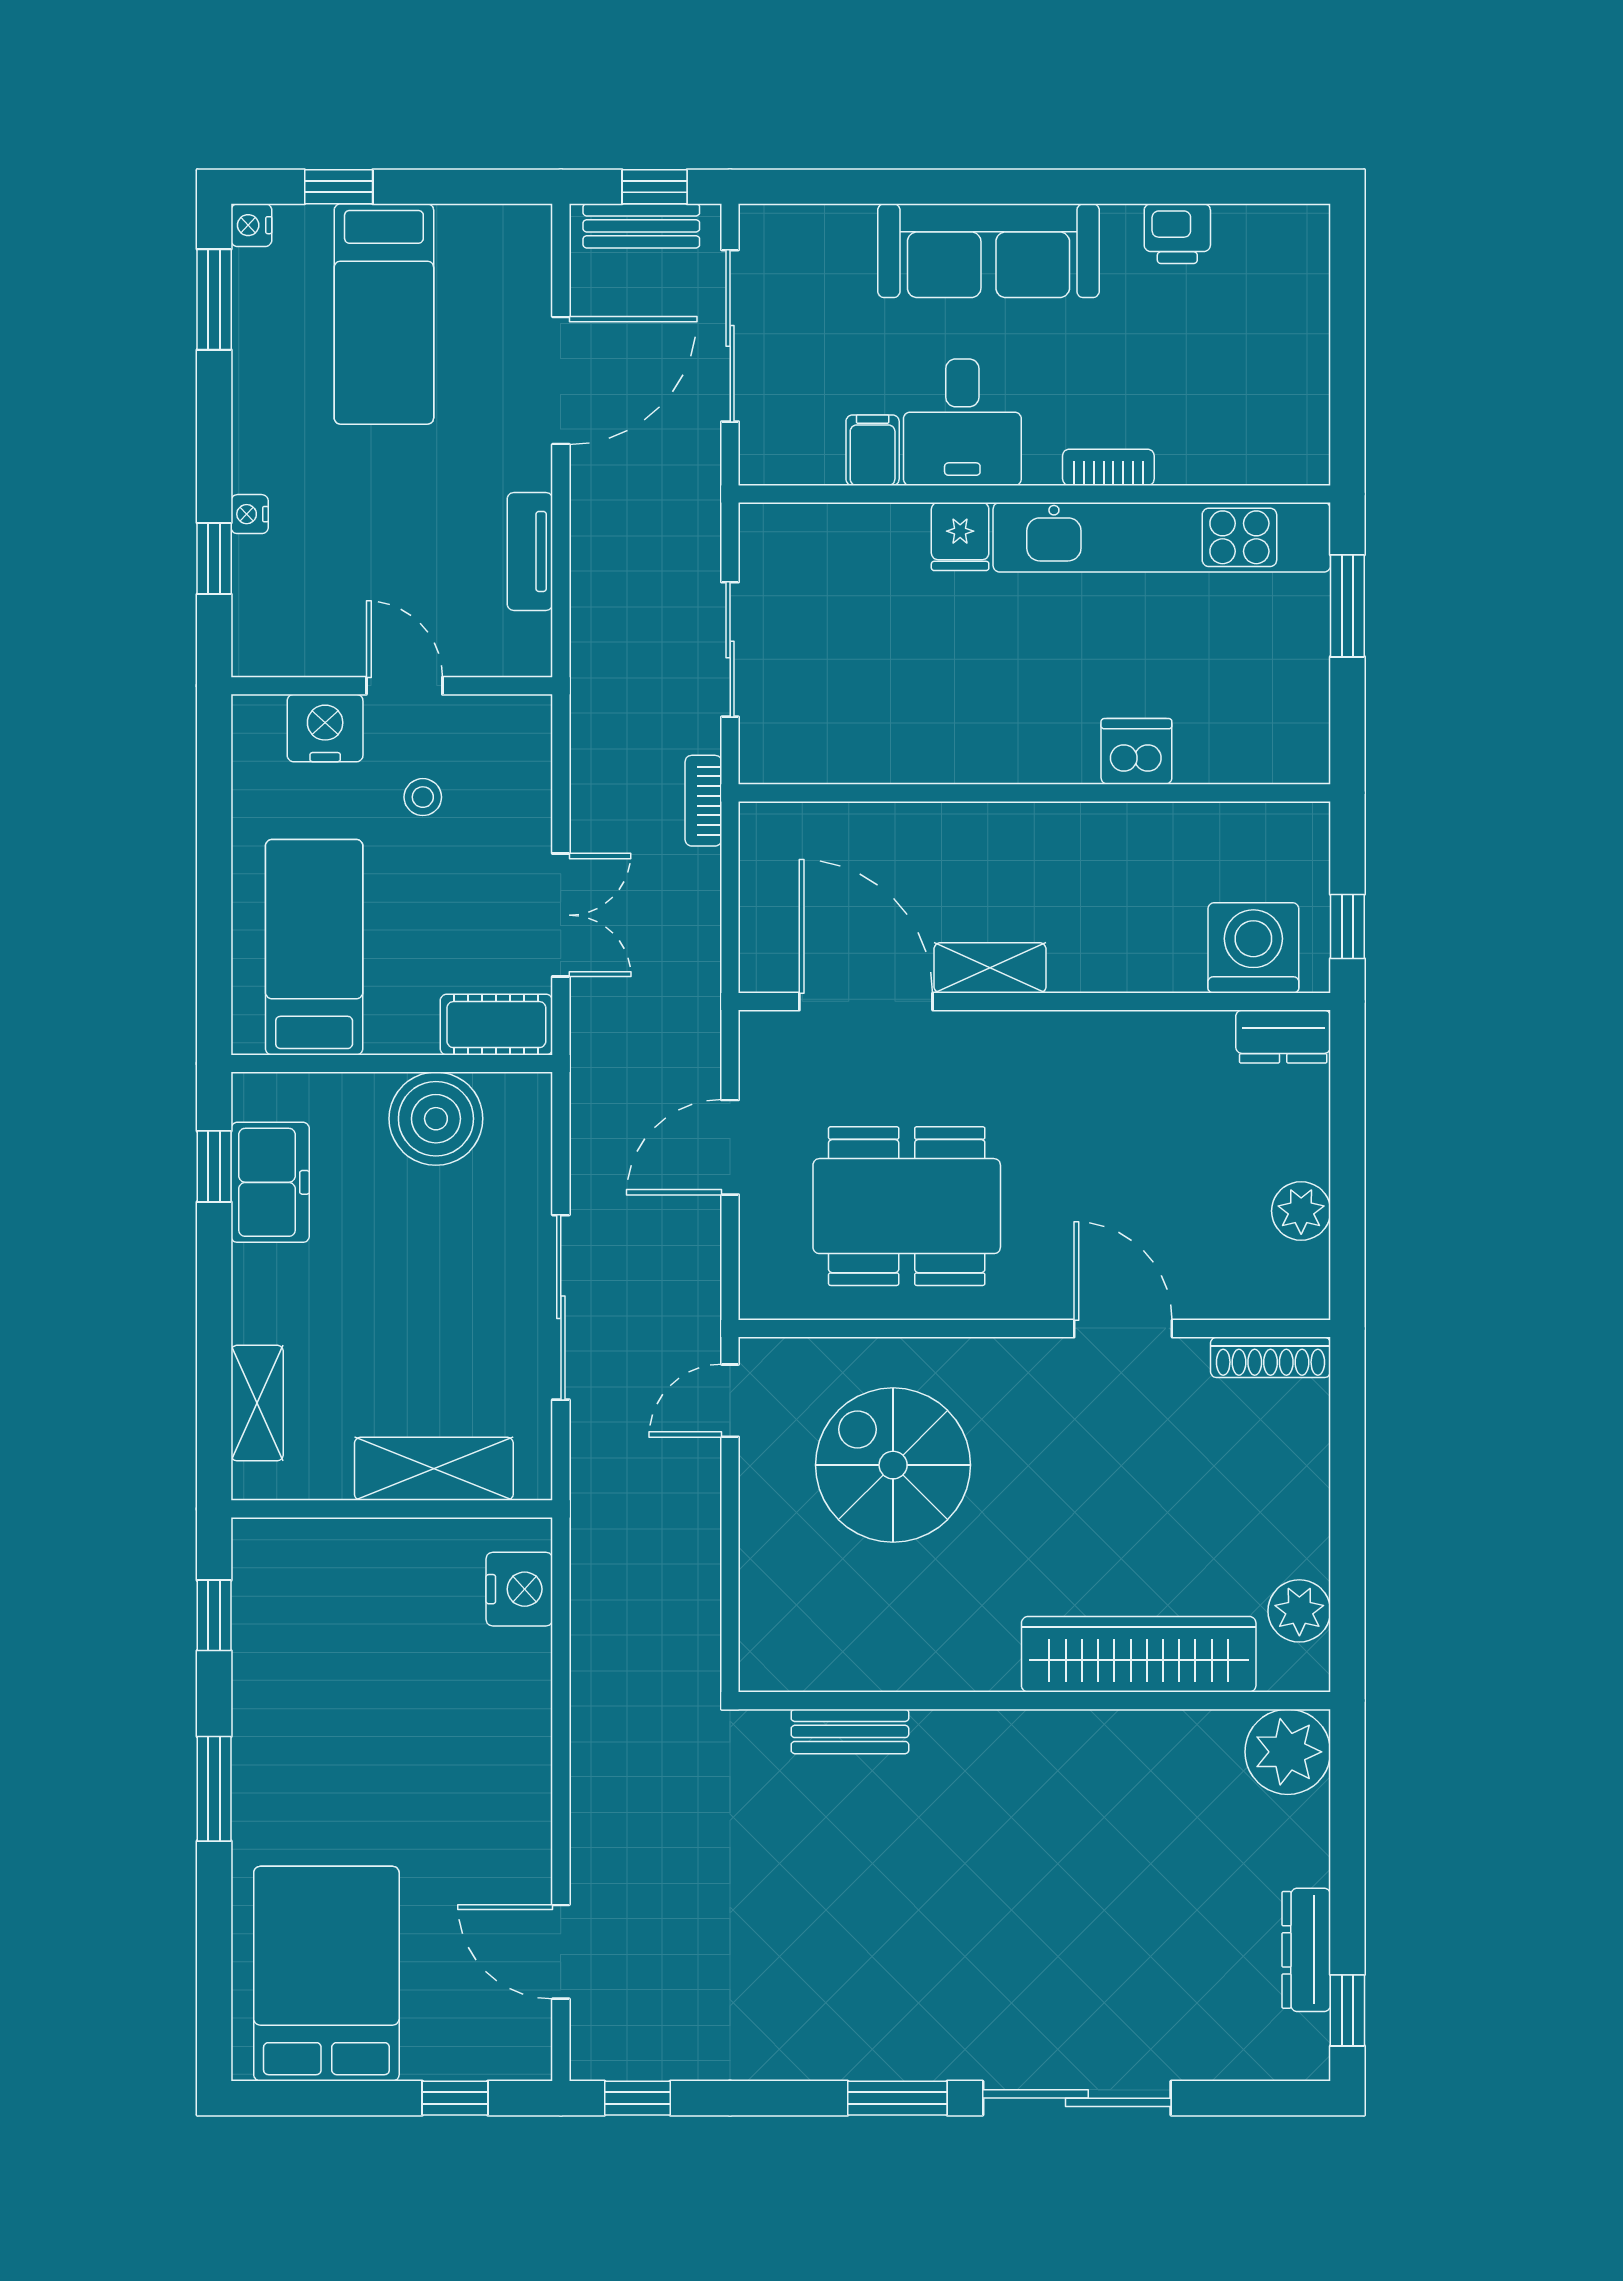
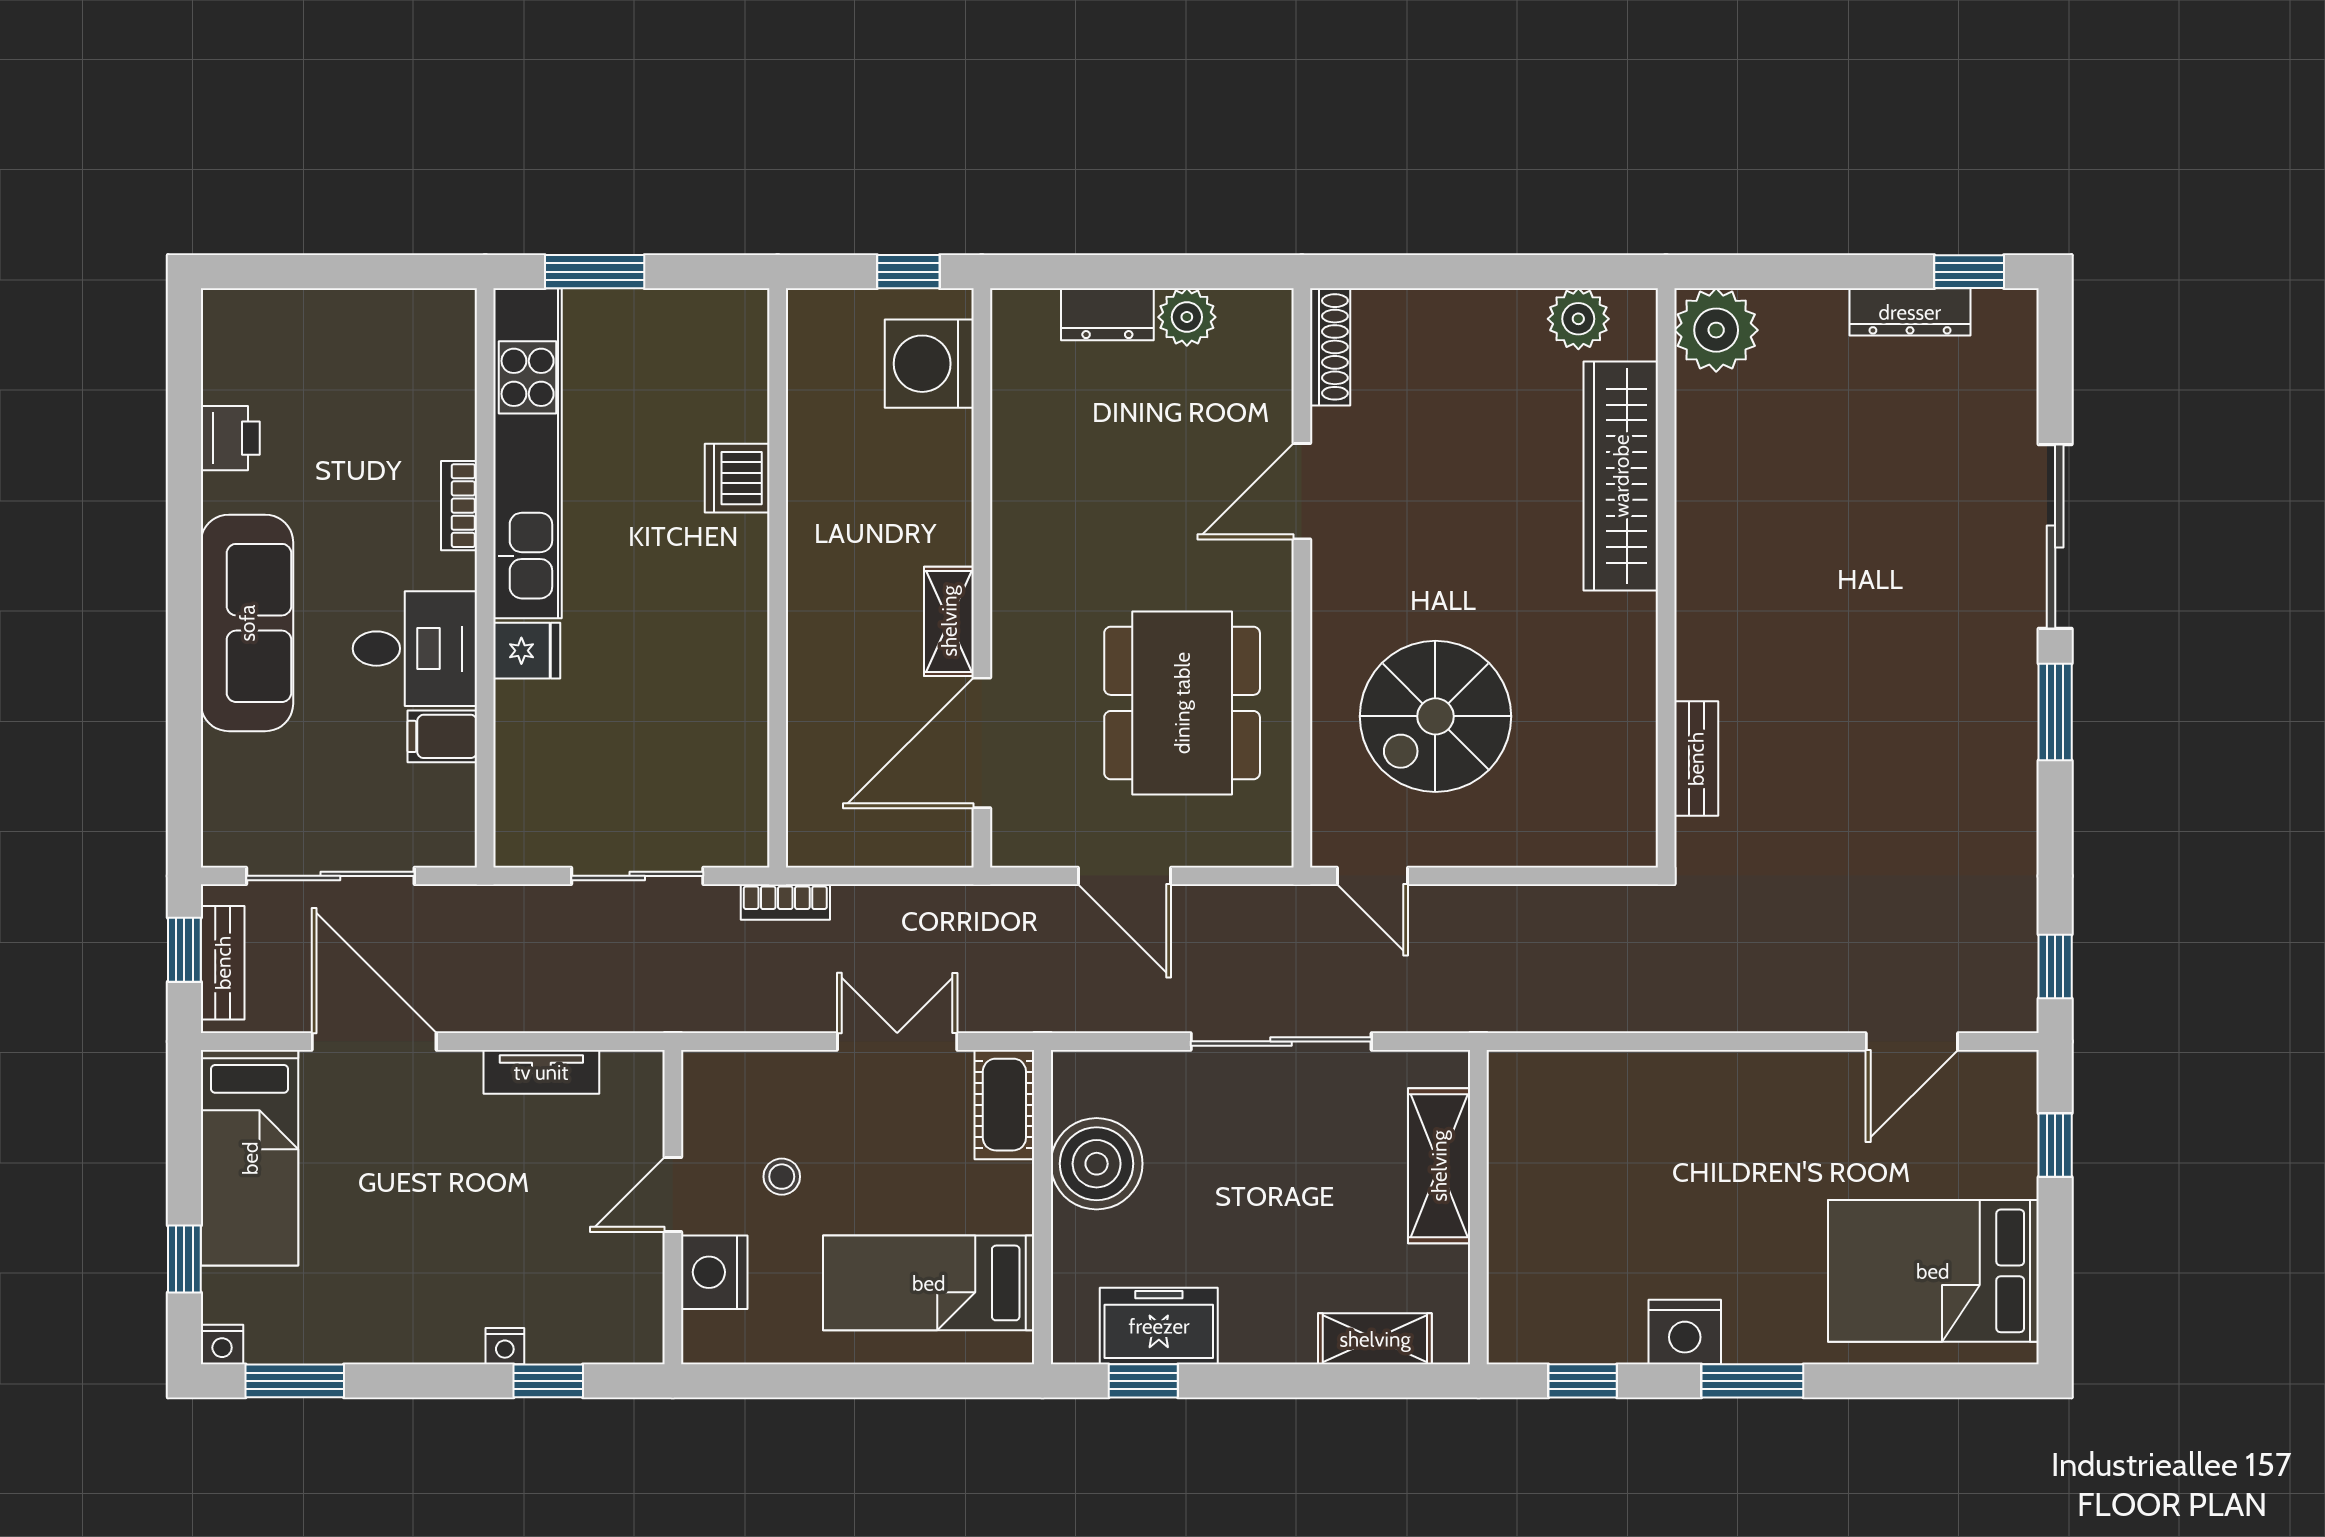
bed: (384, 314) -> (250, 1158), moved, turned 90
dresser: (1283, 1037) -> (1107, 314), moved, turned 90
nightstand: (519, 1589) -> (1685, 1332), moved, turned 180

